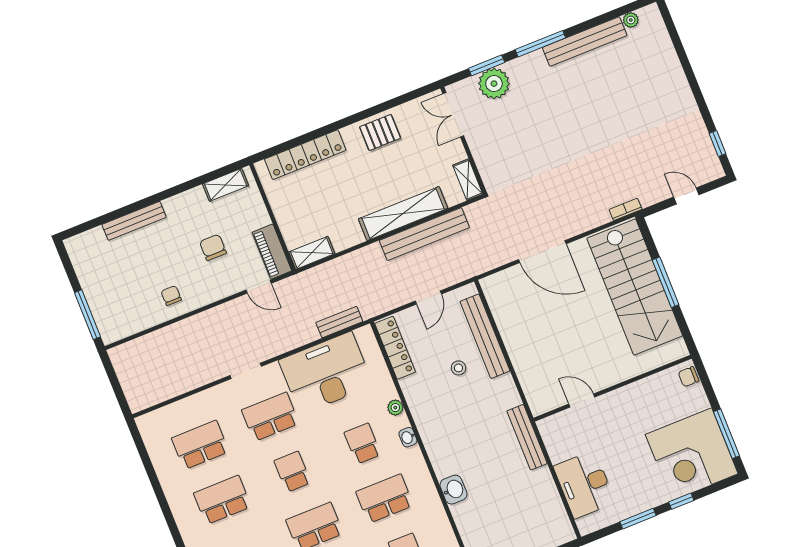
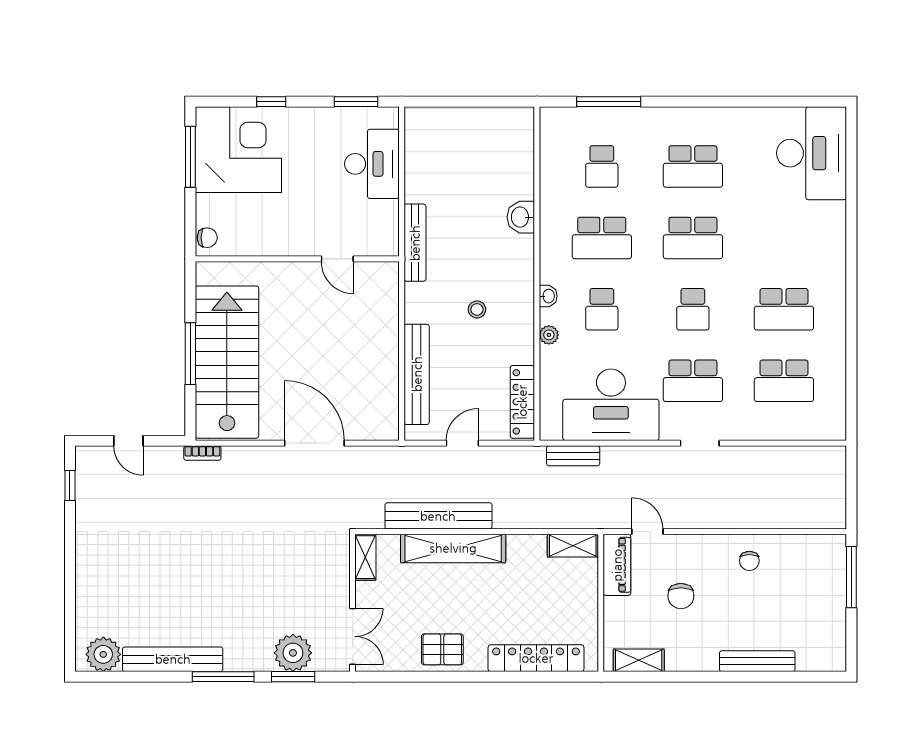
plant: (631, 20) -> (103, 654), width x1.88, depth x1.88
stool: (458, 368) -> (477, 309), moved
window: (638, 519) -> (356, 102), moved

